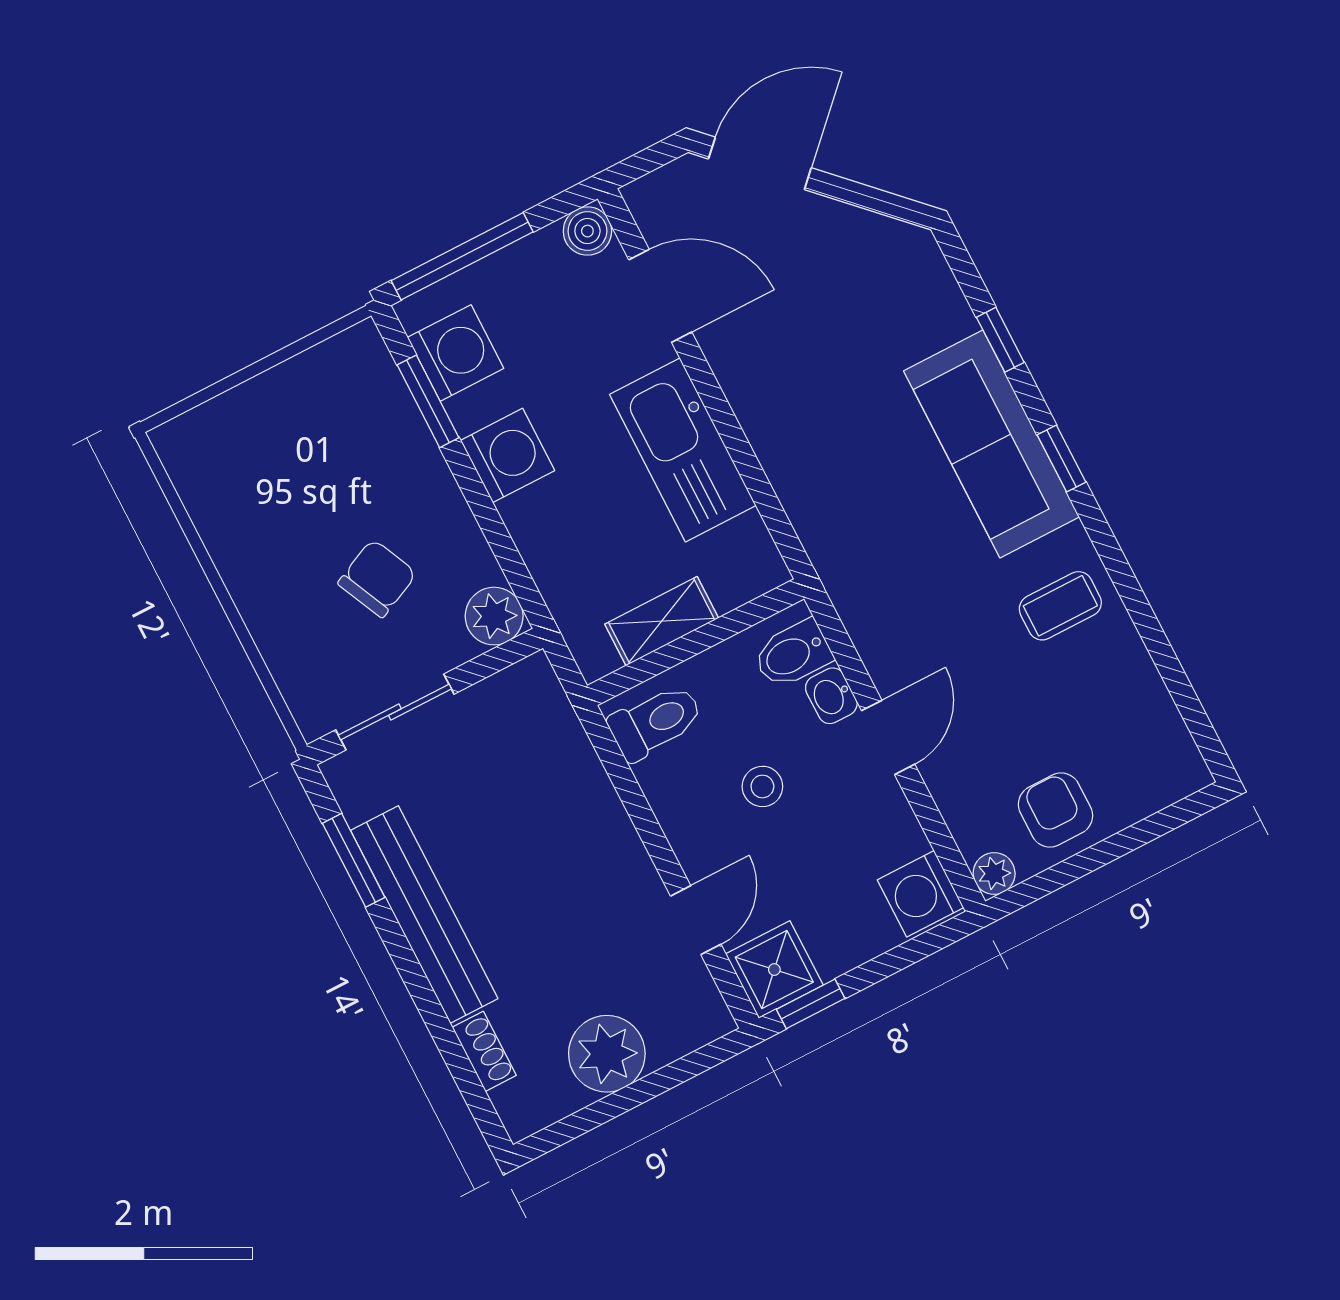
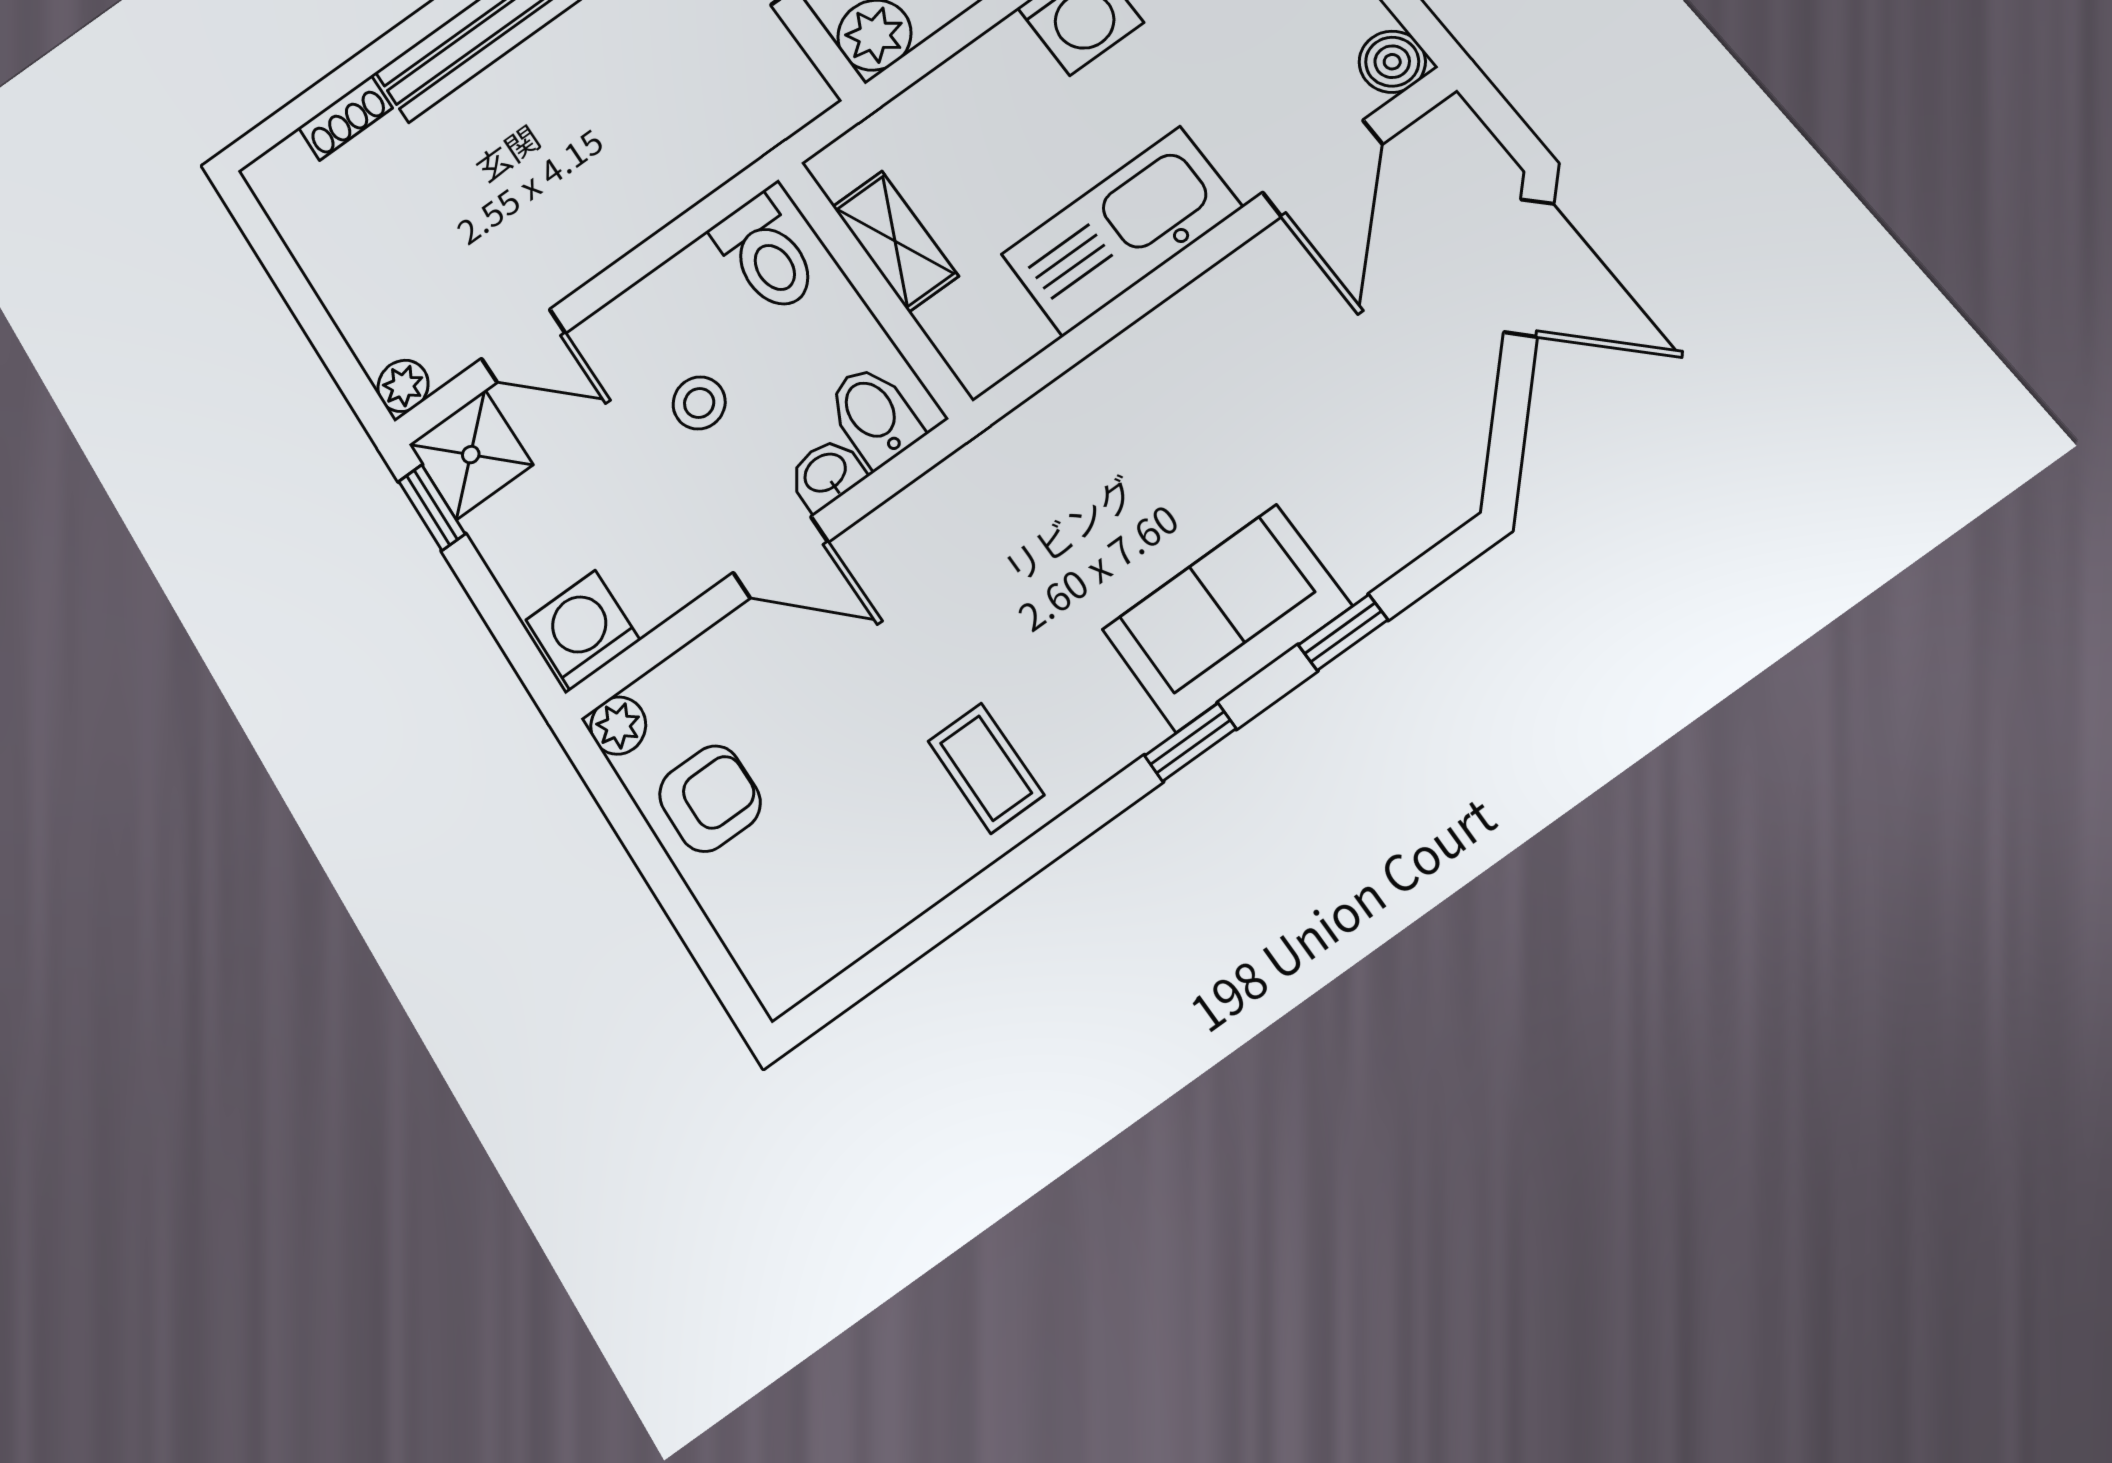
sofa: (991, 444) -> (1227, 618), width x0.73
plant: (607, 1054) -> (403, 386), moved, width x0.53, depth x0.53

